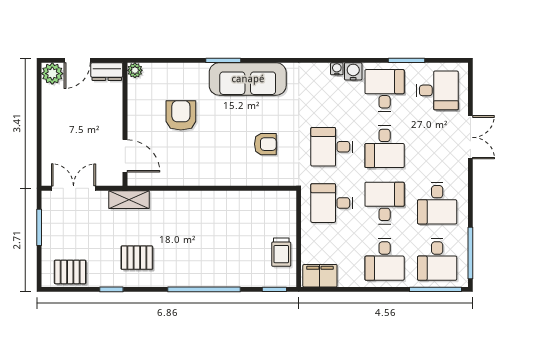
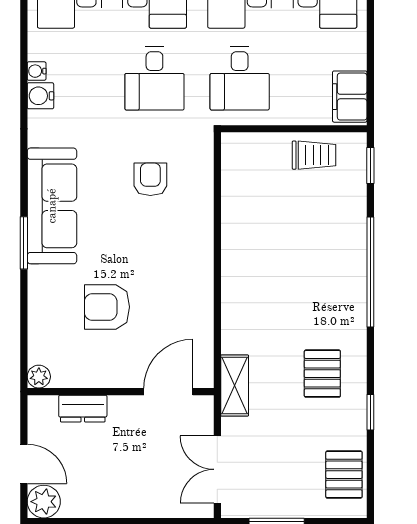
water cooler: (353, 71) -> (40, 96), moved
dresser: (107, 72) -> (83, 409), moved, turned 90

